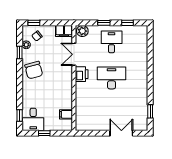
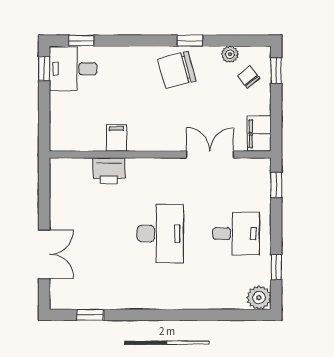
window: (104, 23) -> (276, 185), moved
plant: (82, 31) -> (259, 298), moved
window: (20, 53) -> (190, 41), moved
printer: (82, 74) -> (109, 171), moved
filing cabinet: (66, 114) -> (116, 138), moved
window: (44, 133) -> (44, 69), moved

